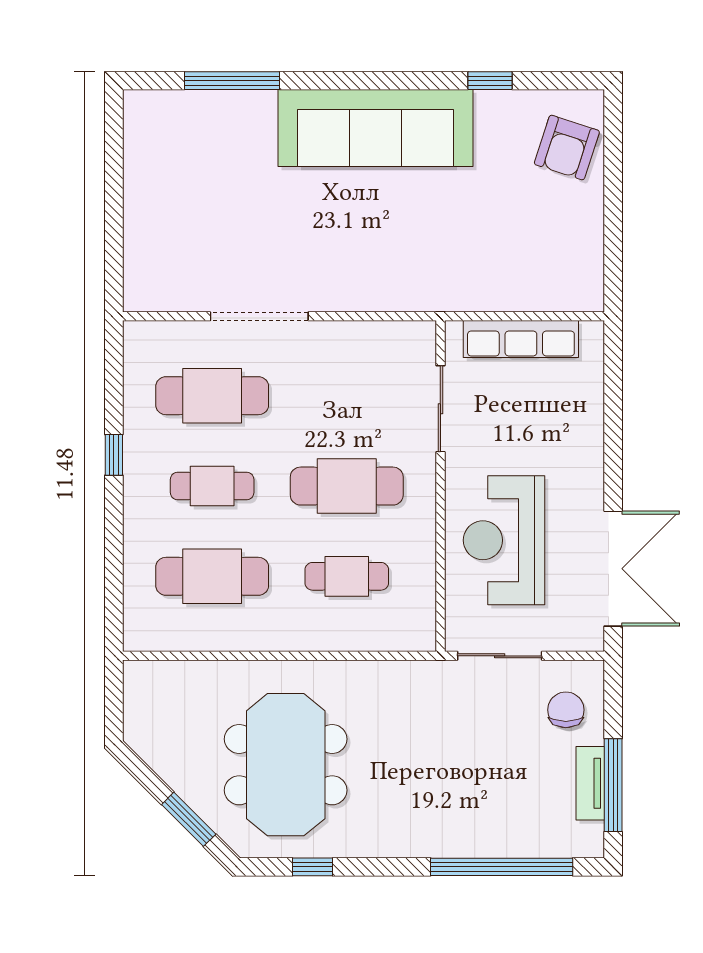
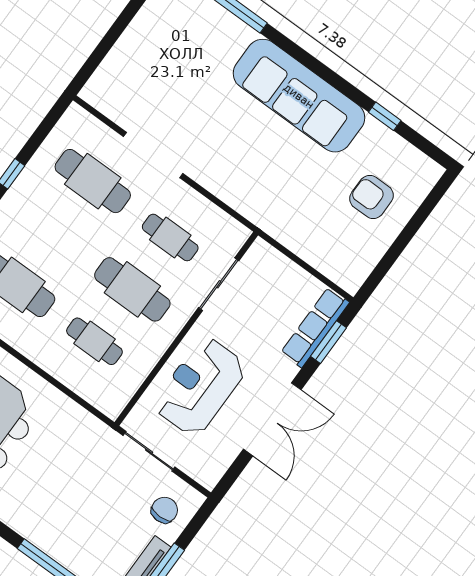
armchair: (567, 148) -> (371, 197), moved, turned 72
row of seats: (521, 339) -> (315, 327), moved, turned 90
window: (613, 383) -> (329, 342), added
cafe table: (212, 486) -> (170, 237), moved
double door: (613, 569) -> (272, 419), moved

